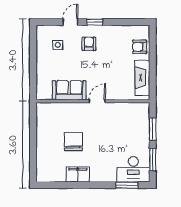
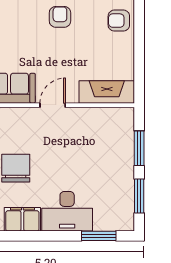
armchair: (89, 44) -> (60, 17), moved
fireplace: (142, 78) -> (107, 92), moved, turned 90
desk: (133, 169) -> (67, 211), moved

